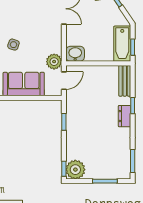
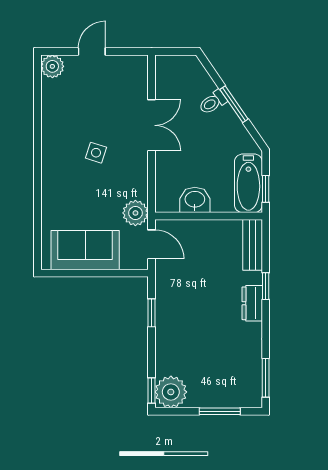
side table: (13, 45) -> (96, 153), moved
washbasin: (75, 54) -> (195, 200), moved
door: (64, 81) -> (152, 244), hinge flipped

